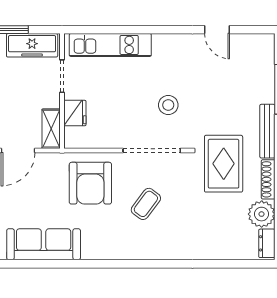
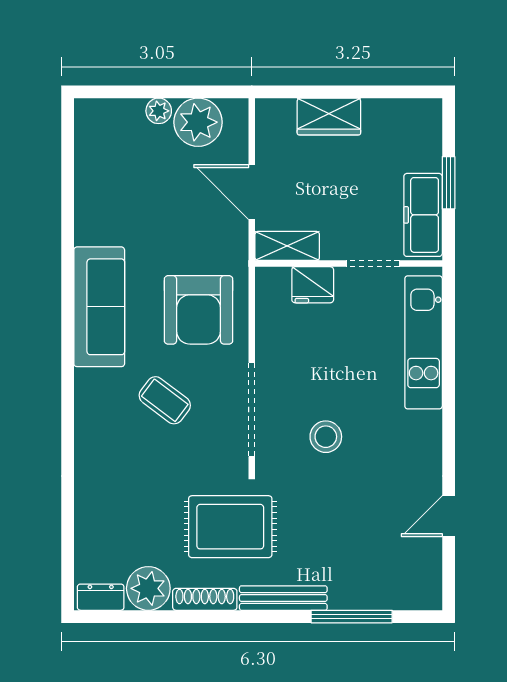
armchair: (90, 183) -> (199, 310), turned -90
sofa: (44, 244) -> (99, 307), moved

